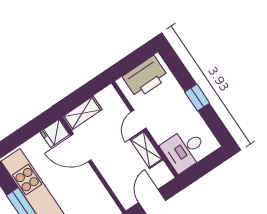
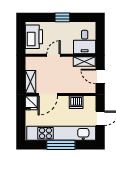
door: (139, 120) -> (54, 55), swing flipped
shelving: (146, 150) -> (84, 61), moved
dishwasher: (96, 193) -> (76, 102), added

